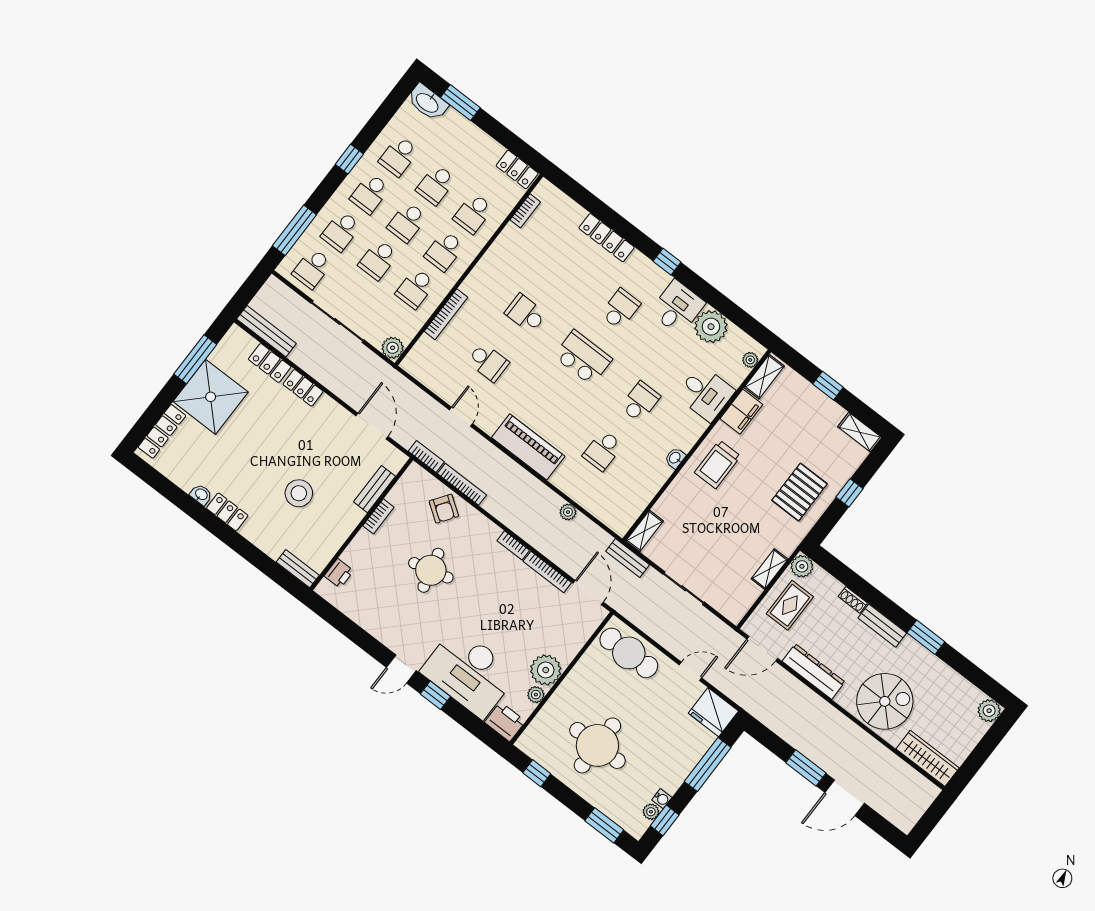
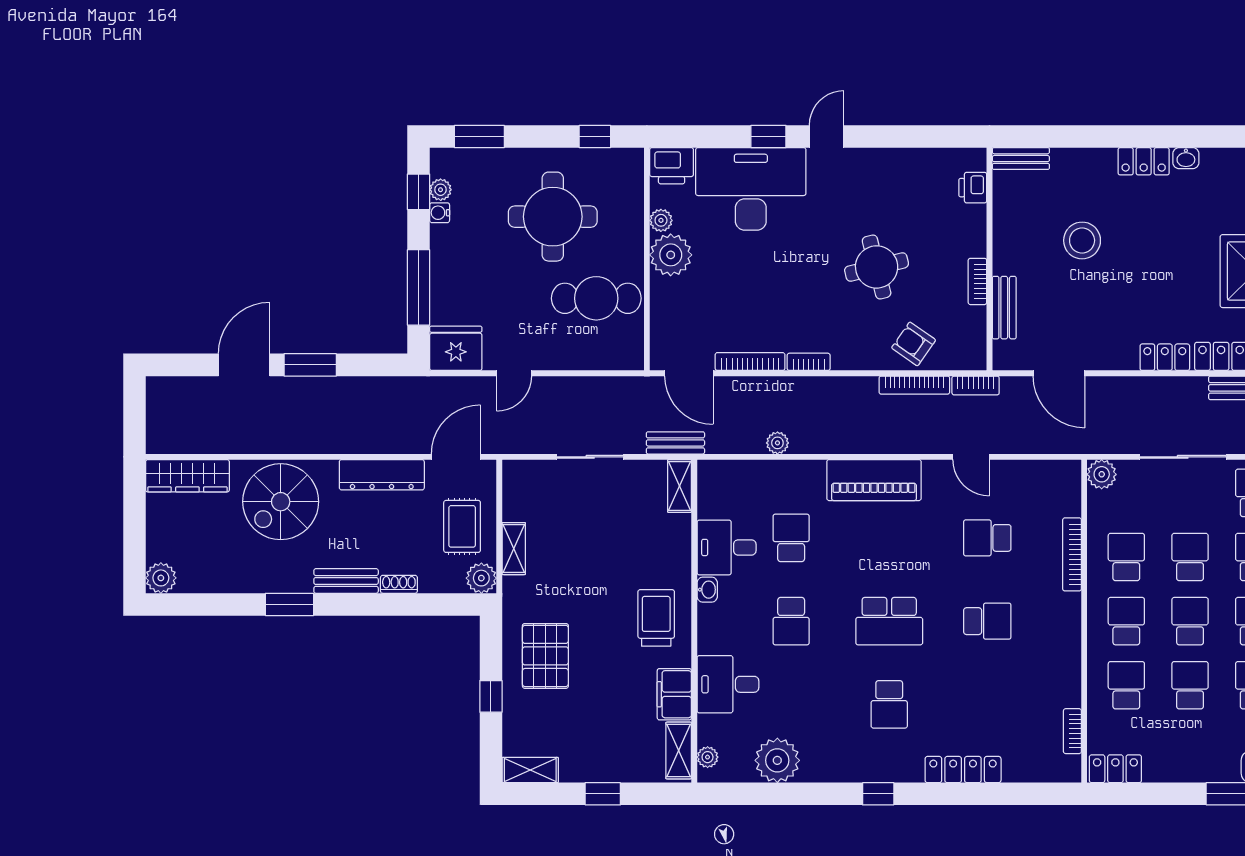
desk: (677, 307) -> (727, 547), moved, turned 90
cafe table: (629, 653) -> (596, 298), moved

